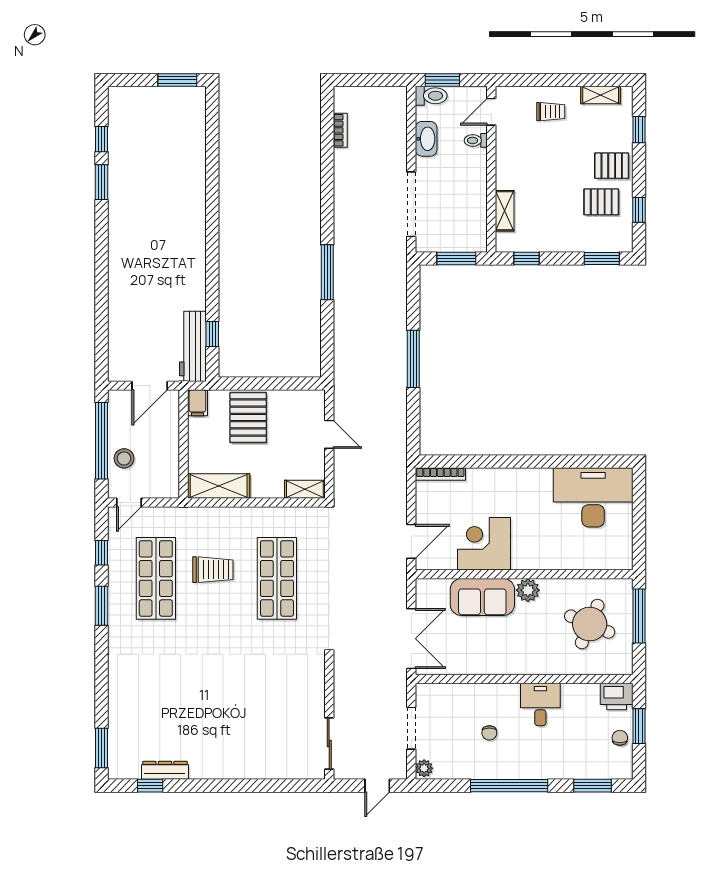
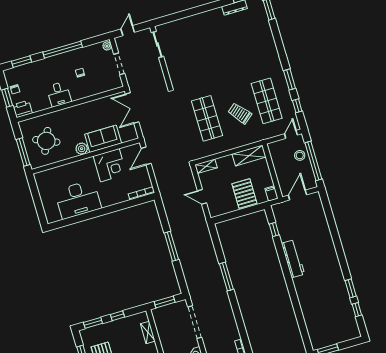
window: (527, 258) -> (117, 316), moved
workbench: (193, 346) -> (293, 259), moved
desk: (593, 497) -> (78, 199), moved
trolley: (213, 570) -> (240, 113), turned 50

